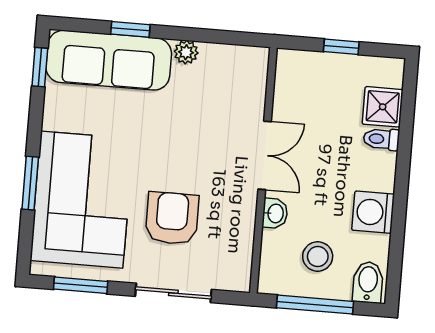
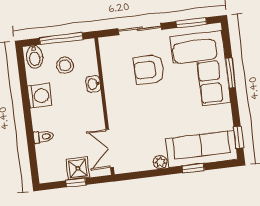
shower: (383, 107) -> (78, 168), moved
double door: (265, 155) -> (110, 148), moved
armchair: (172, 218) -> (149, 70), turned 90

